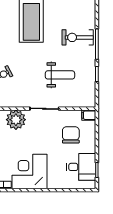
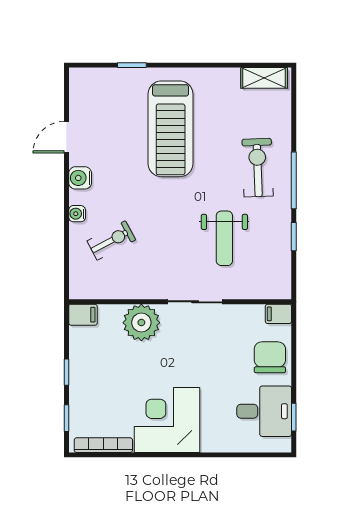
exercise bike: (78, 37) -> (258, 168), turned 88
weight bench: (60, 75) -> (224, 238), turned 90
chair: (71, 135) -> (270, 357), moved

